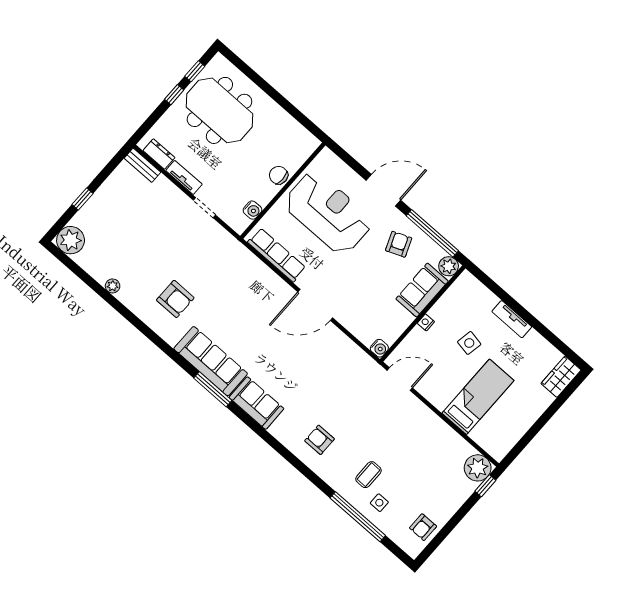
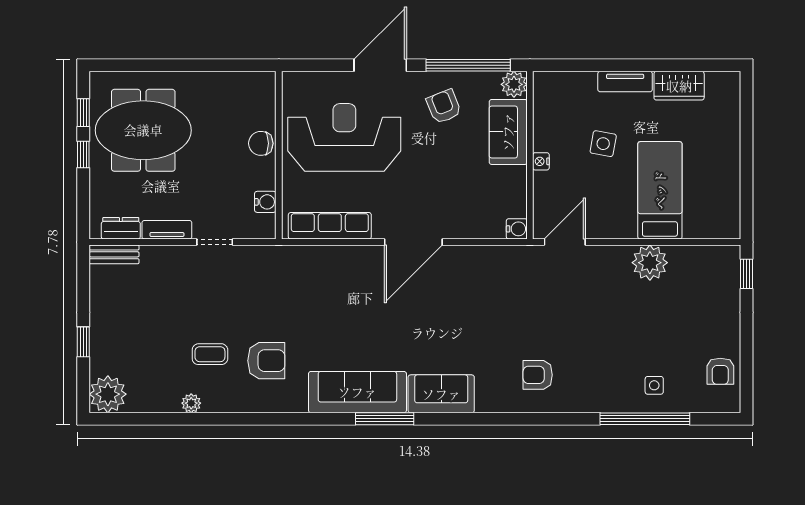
wardrobe: (561, 377) -> (679, 86), moved, turned -90
plant: (478, 468) -> (650, 263), moved
coffee table: (368, 475) -> (210, 354), moved, turned 90

